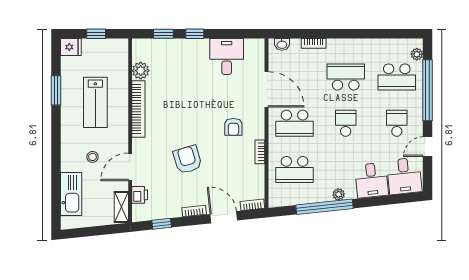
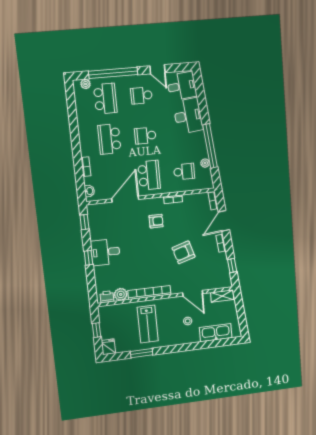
window: (163, 34) -> (84, 222), moved
desk: (227, 57) -> (105, 252), moved
lab bench: (95, 102) -> (148, 324), turned 90
school desk: (295, 170) -> (184, 172), width x0.54
desk: (372, 180) -> (188, 116), width x1.37
plant: (339, 194) -> (205, 163), moved
printer: (140, 195) -> (107, 297), moved

